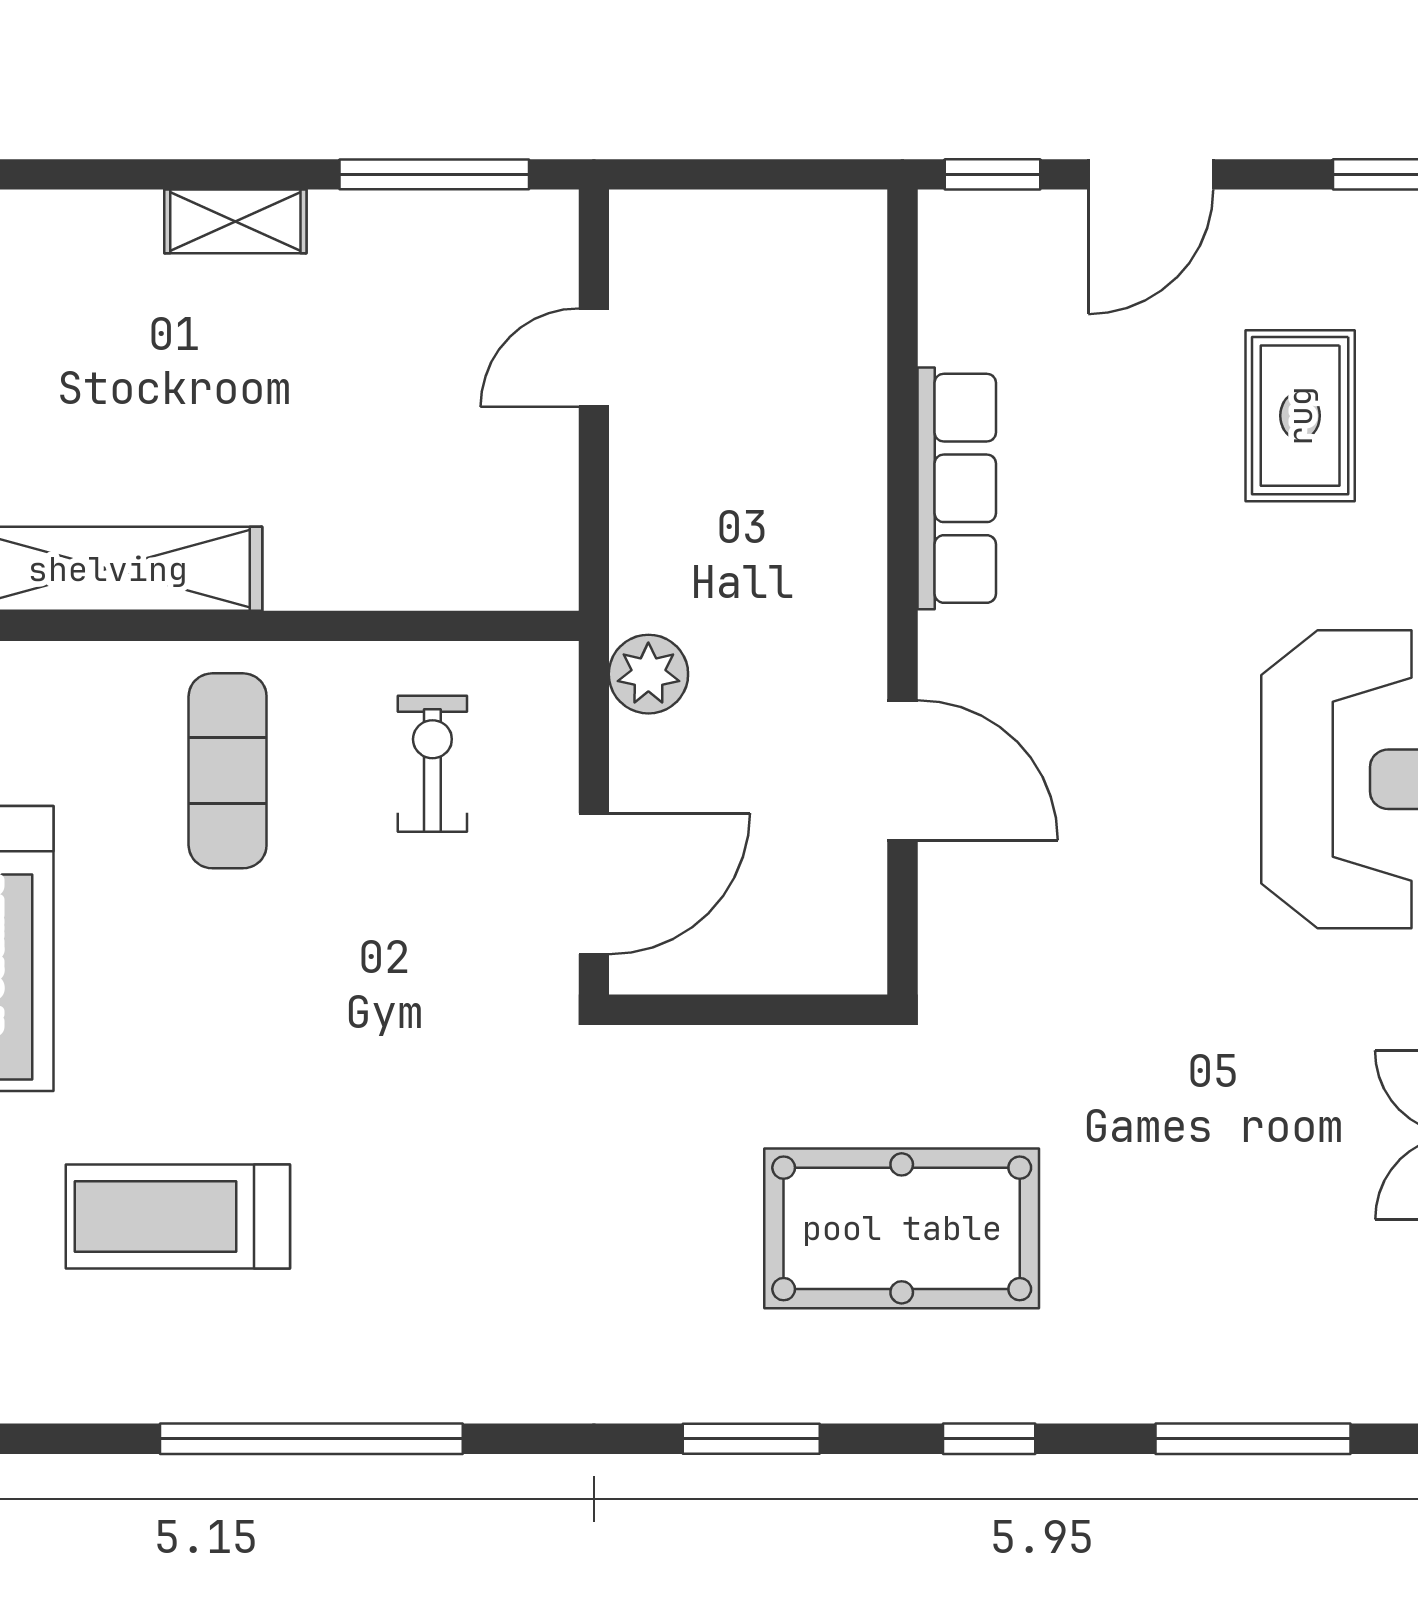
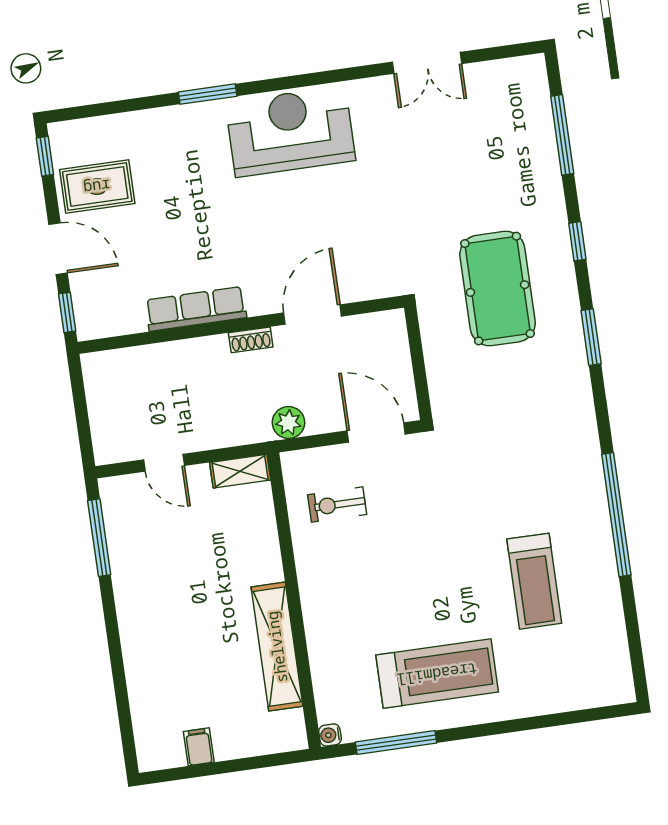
shelving: (235, 221) -> (240, 471), moved, turned 90
rug: (1300, 416) -> (97, 187), moved
shoe rack: (862, 611) -> (251, 340), added
exercise mat: (228, 771) -> (352, 587), removed

